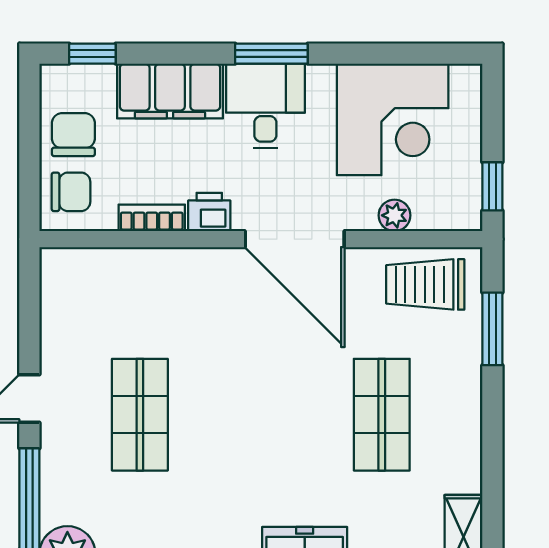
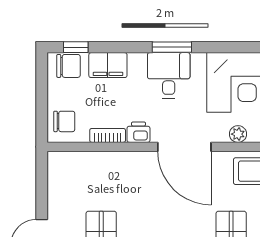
filing cabinet: (170, 91) -> (108, 65), width x0.67, depth x0.86
chair: (73, 135) -> (68, 66), moved, turned 90

